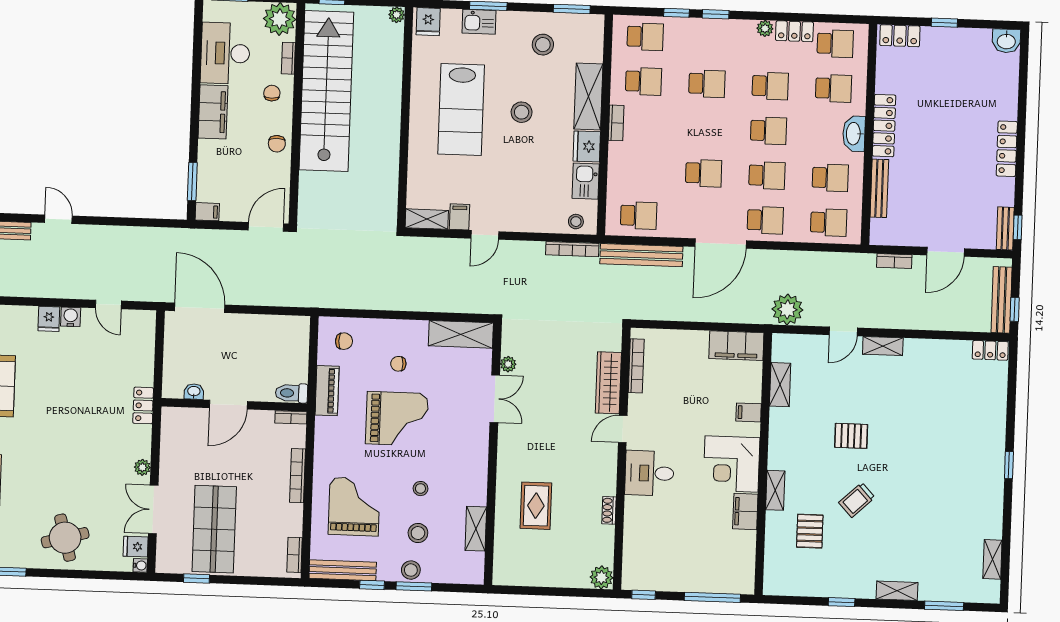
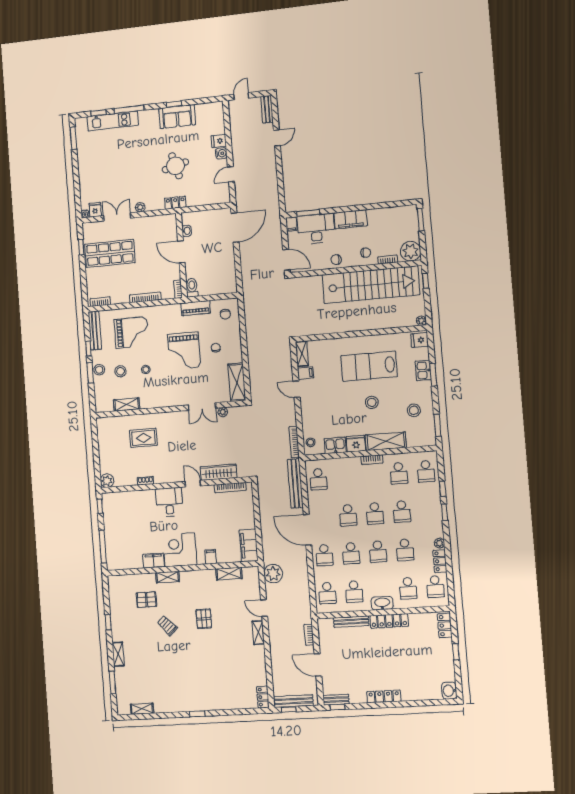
desk: (225, 53) -> (316, 229), moved
school desk: (705, 128) -> (375, 513), added
round table: (65, 538) -> (175, 166), moved

